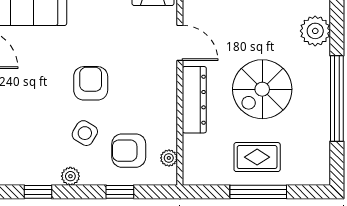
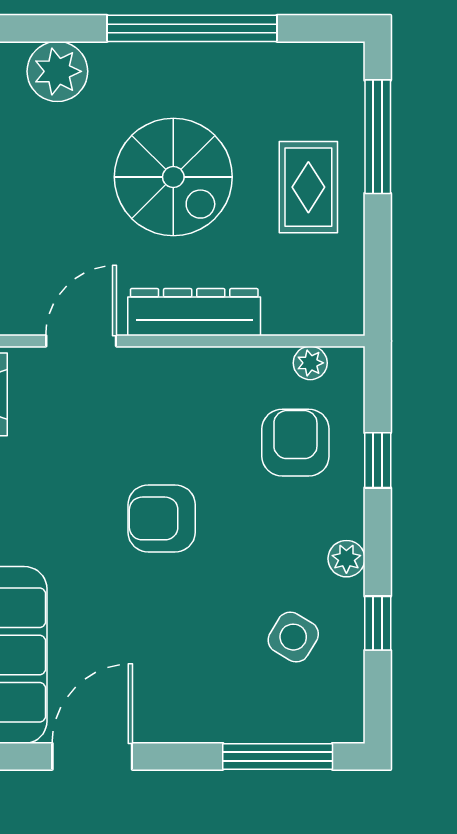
side table: (85, 133) -> (293, 637), moved
armchair: (129, 151) -> (295, 443), turned 180
window: (258, 192) -> (378, 137), moved

